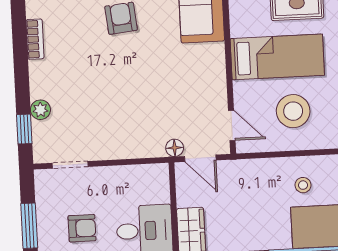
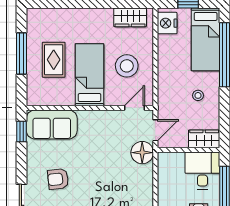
floor lamp: (175, 148) -> (142, 153), width x1.89, depth x1.89
stool: (303, 185) -> (198, 95), moved

